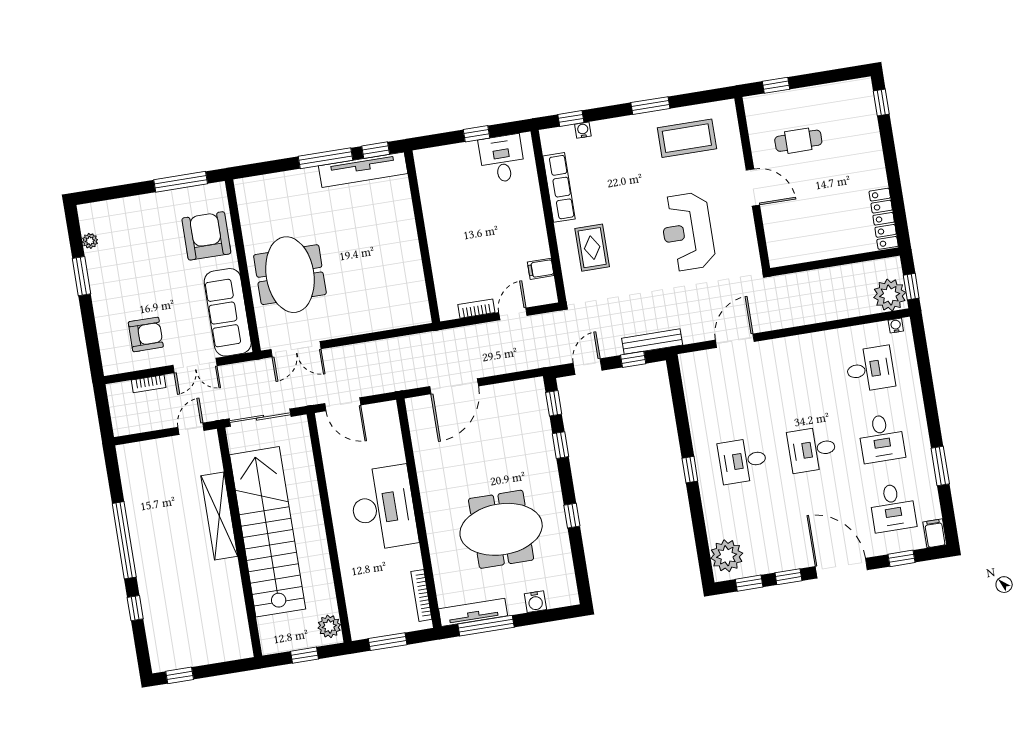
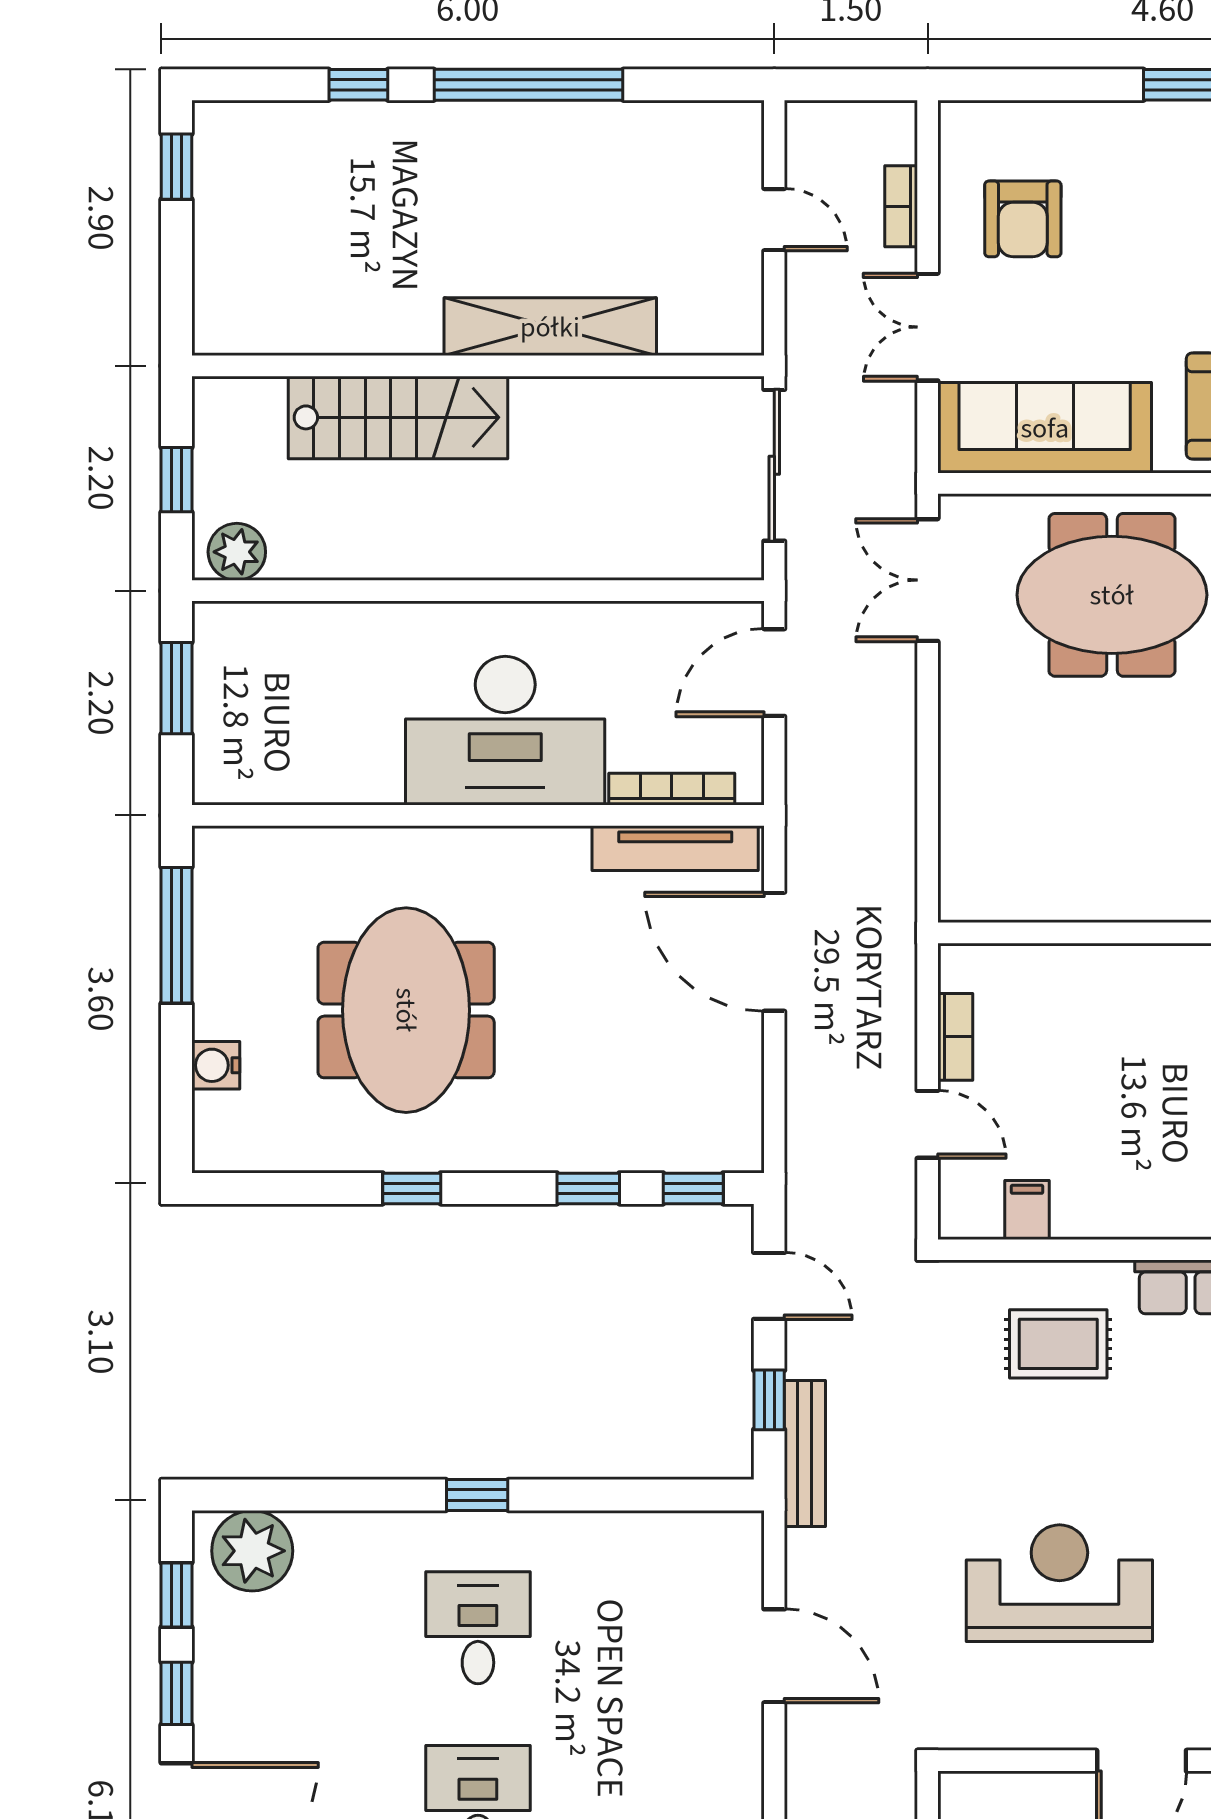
door: (191, 429) -> (774, 220), moved
stairs: (268, 532) -> (398, 417), width x0.54, depth x0.66
bookcase: (421, 595) -> (672, 789), moved
tv unit: (473, 612) -> (675, 848), moved, turned 90

